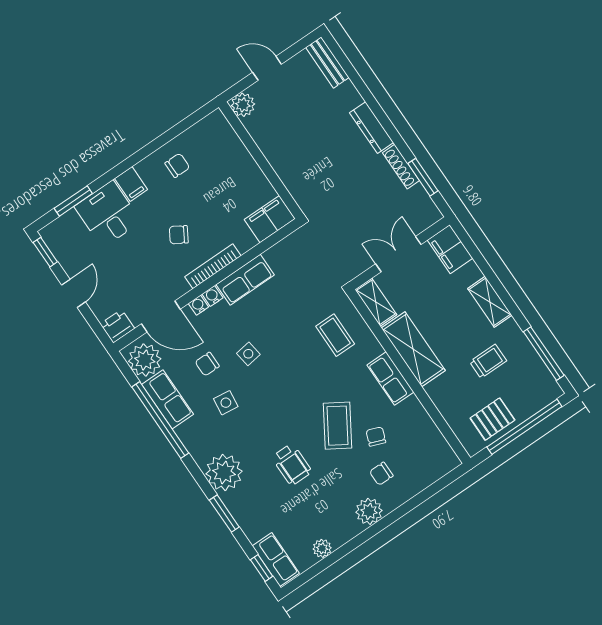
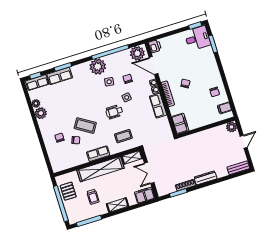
filing cabinet: (131, 184) -> (225, 108), moved
desk: (108, 214) -> (197, 38), moved
double door: (398, 254) -> (149, 173), swing flipped
door: (74, 293) -> (174, 32), removed
door: (161, 316) -> (153, 66), hinge flipped
shelving: (413, 349) -> (101, 169), width x1.47
row of seats: (167, 399) -> (60, 76), moved
wheelchair: (292, 464) -> (114, 112), moved
plant: (224, 472) -> (98, 67), moved
plant: (369, 511) -> (41, 113), moved

